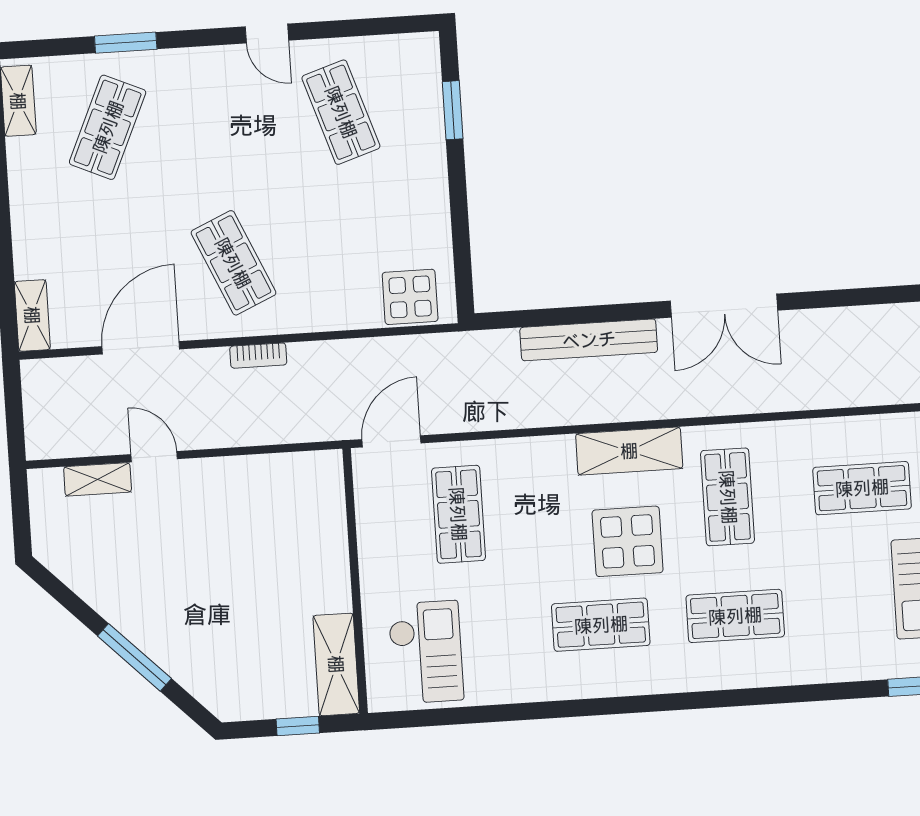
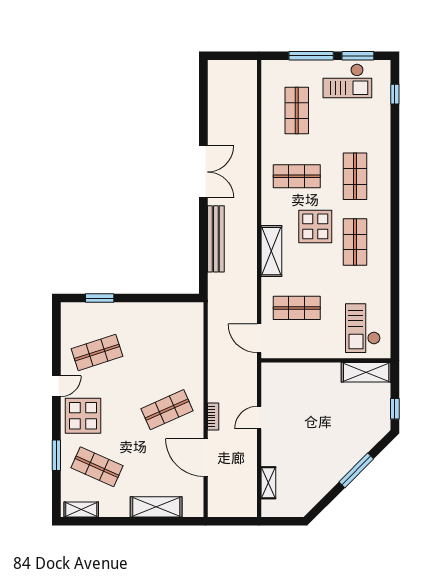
display table: (410, 297) -> (83, 416), moved, width x1.36, depth x1.36
shelving: (32, 315) -> (156, 507), moved, width x1.50, depth x1.33
bookcase: (258, 356) -> (213, 417), moved
shelving: (629, 451) -> (271, 251), moved
door: (154, 457) -> (259, 418), moved
checkout: (426, 652) -> (363, 328), turned -90
window: (298, 726) -> (395, 409), moved

